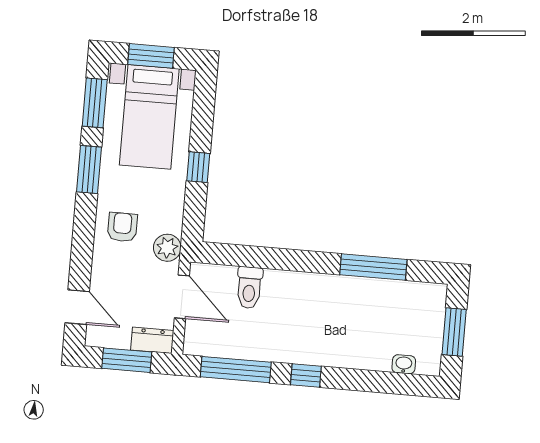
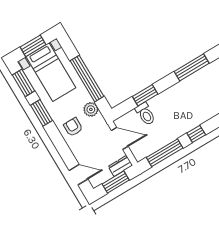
window: (198, 167) -> (87, 79), width x3.17
plant: (167, 248) -> (91, 109), moved
window: (270, 258) -> (145, 95), added

